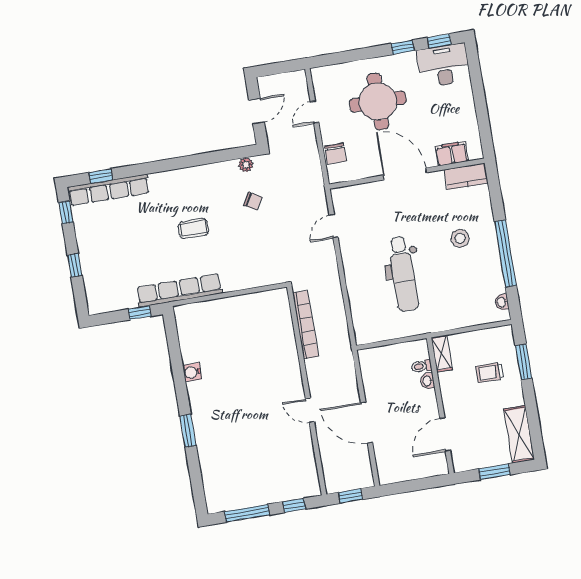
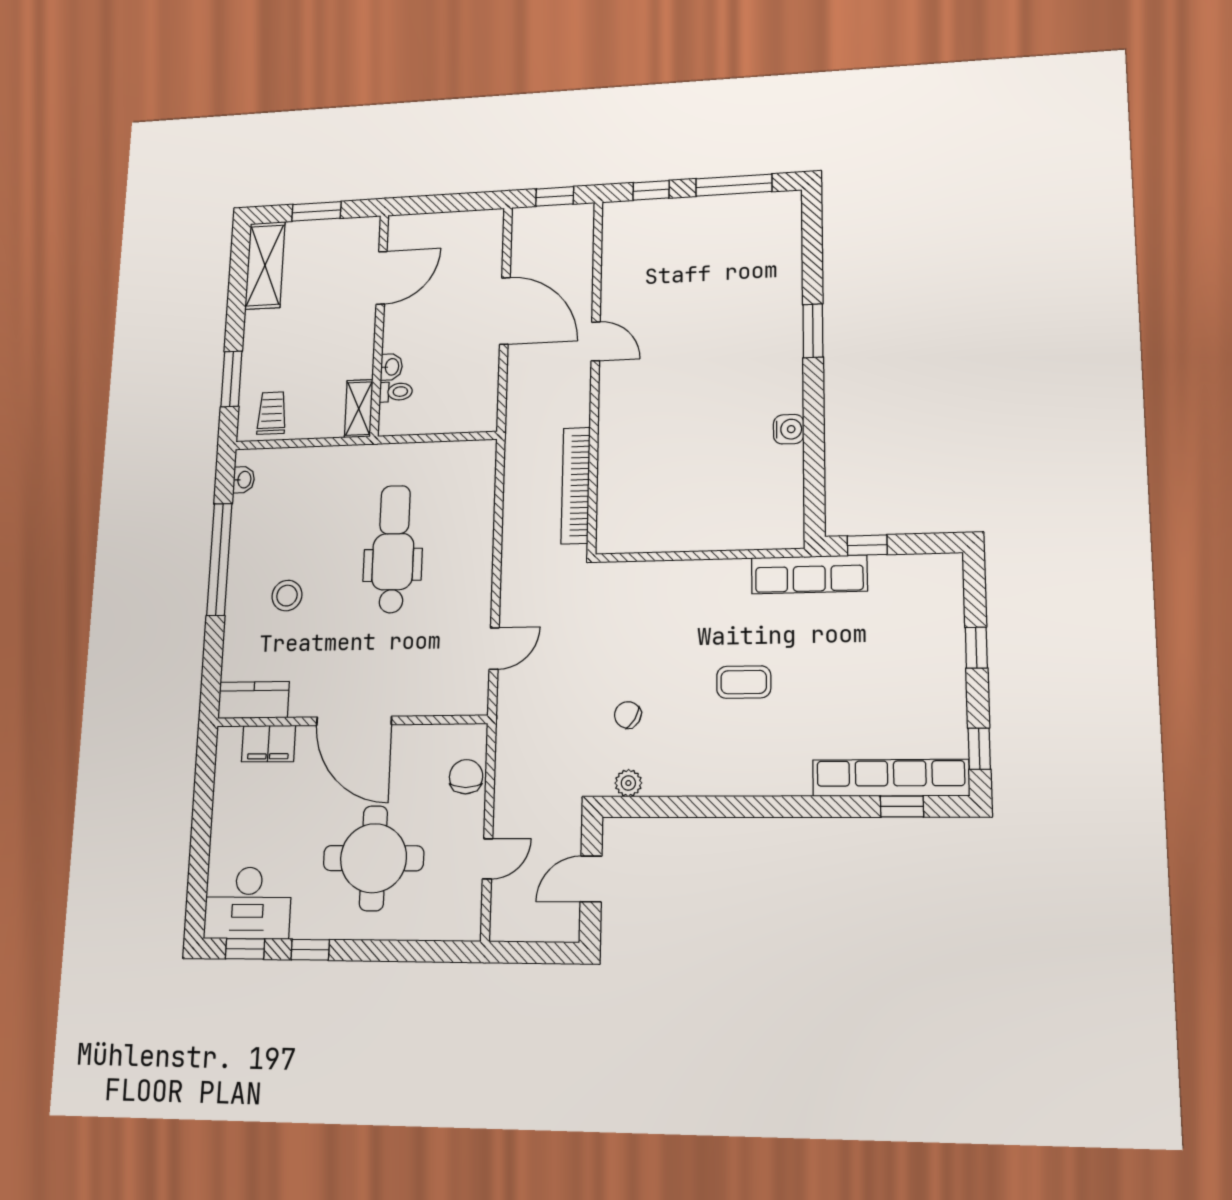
row of seats: (179, 290) -> (809, 574), width x0.73
trolley: (490, 373) -> (272, 413), moved, turned -90

